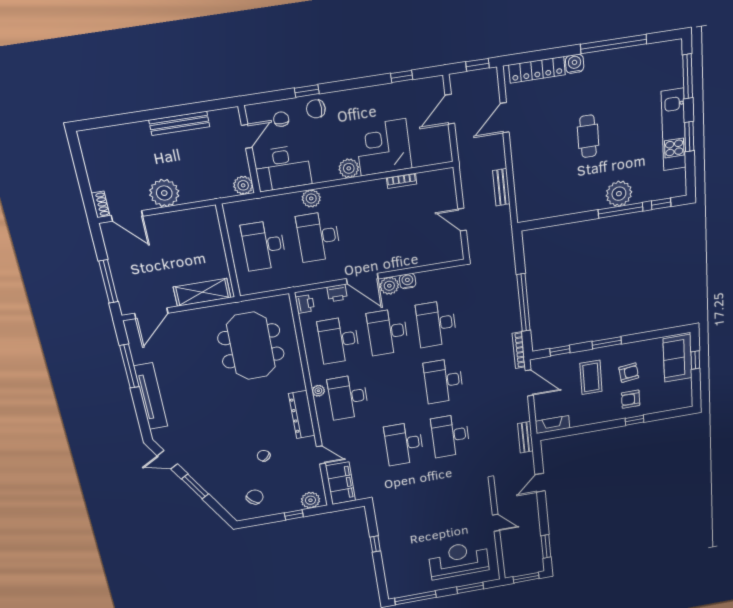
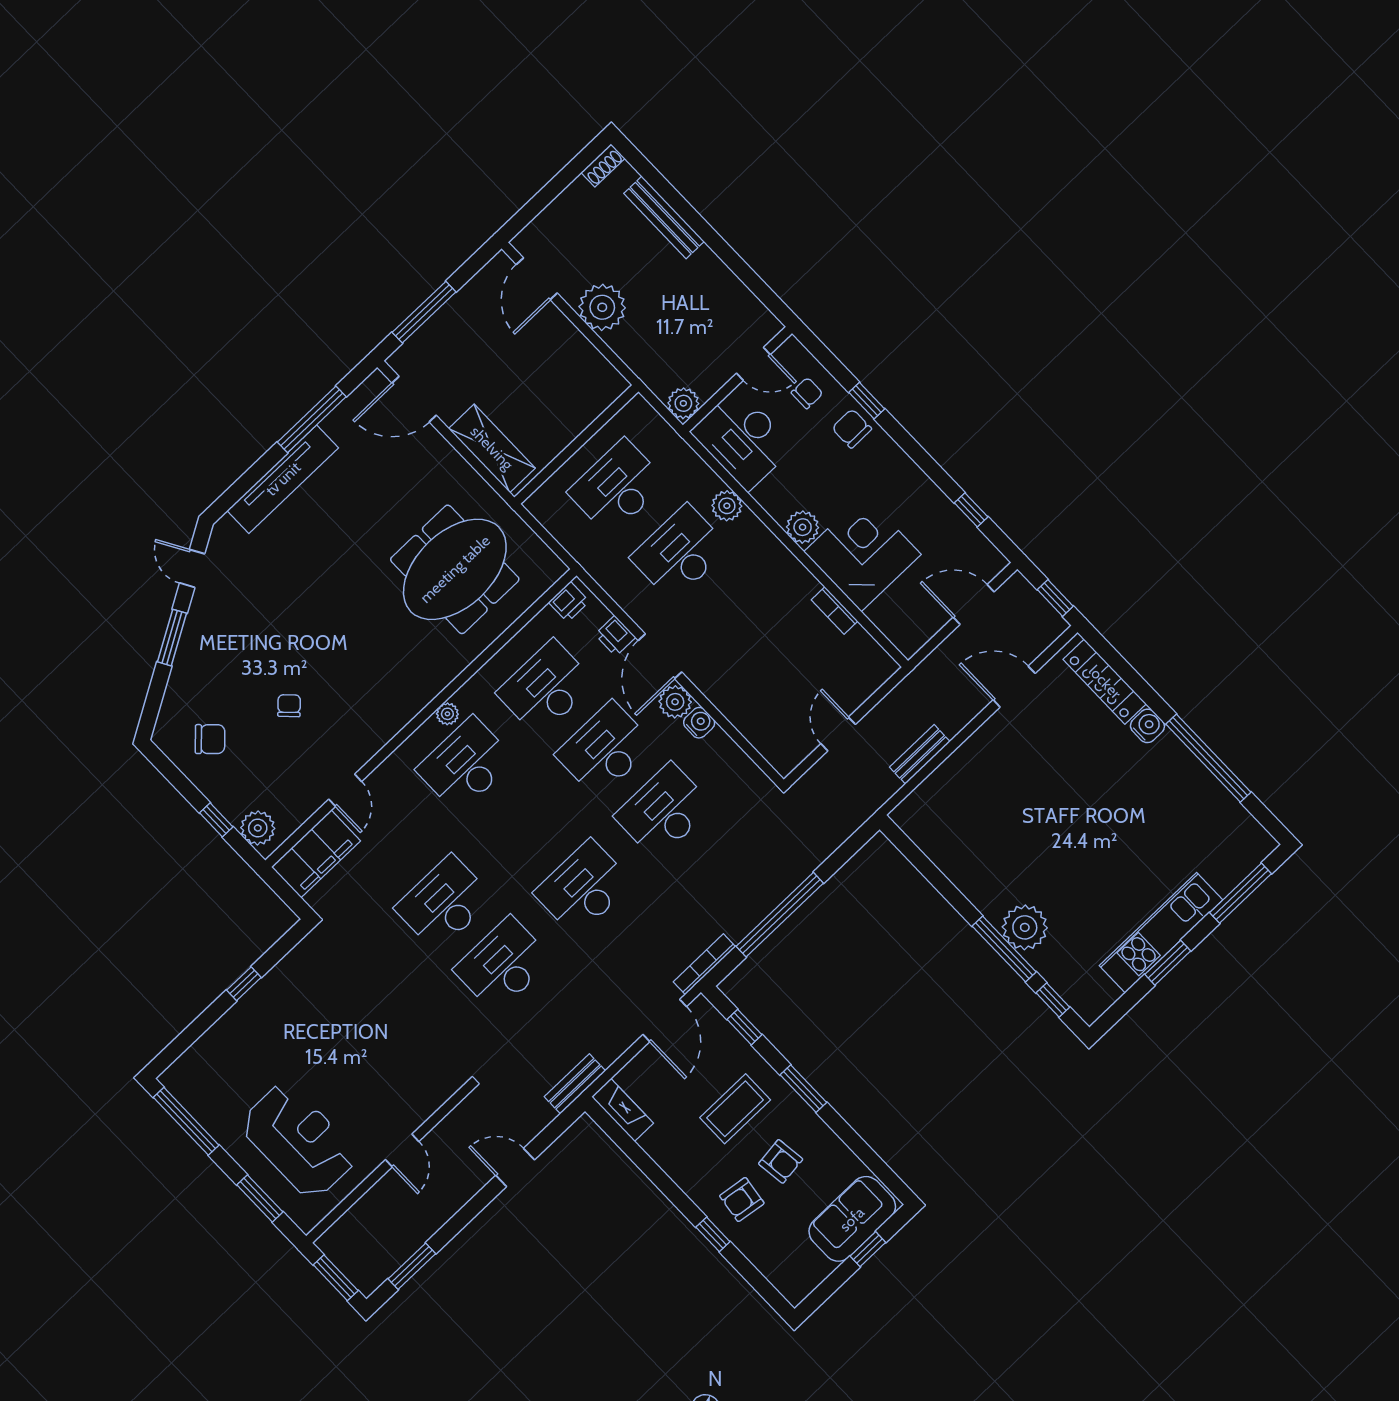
bench: (179, 123) -> (664, 217), moved
cafe table: (588, 136) -> (1070, 820), removed
shoe rack: (101, 204) -> (603, 165), moved
armchair: (631, 399) -> (742, 1200), turned -82
dresser: (302, 415) -> (393, 716), removed

